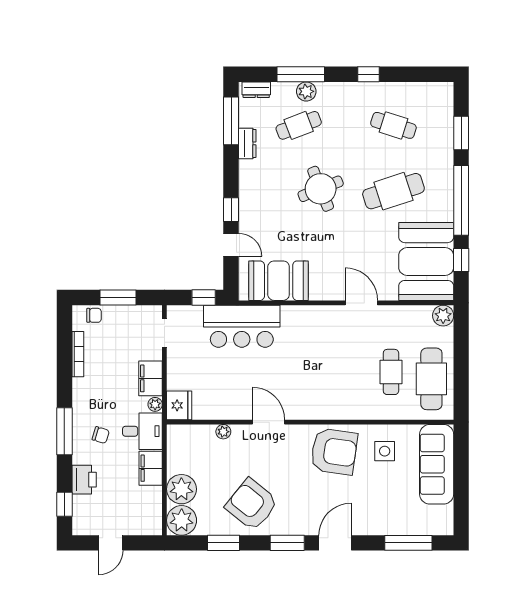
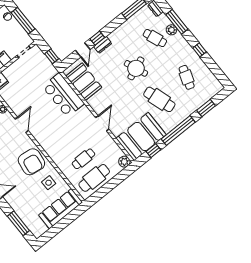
dresser: (247, 143) -> (103, 45), moved
window: (118, 298) -> (23, 21), width x1.44
bar counter: (242, 326) -> (63, 95), moved

